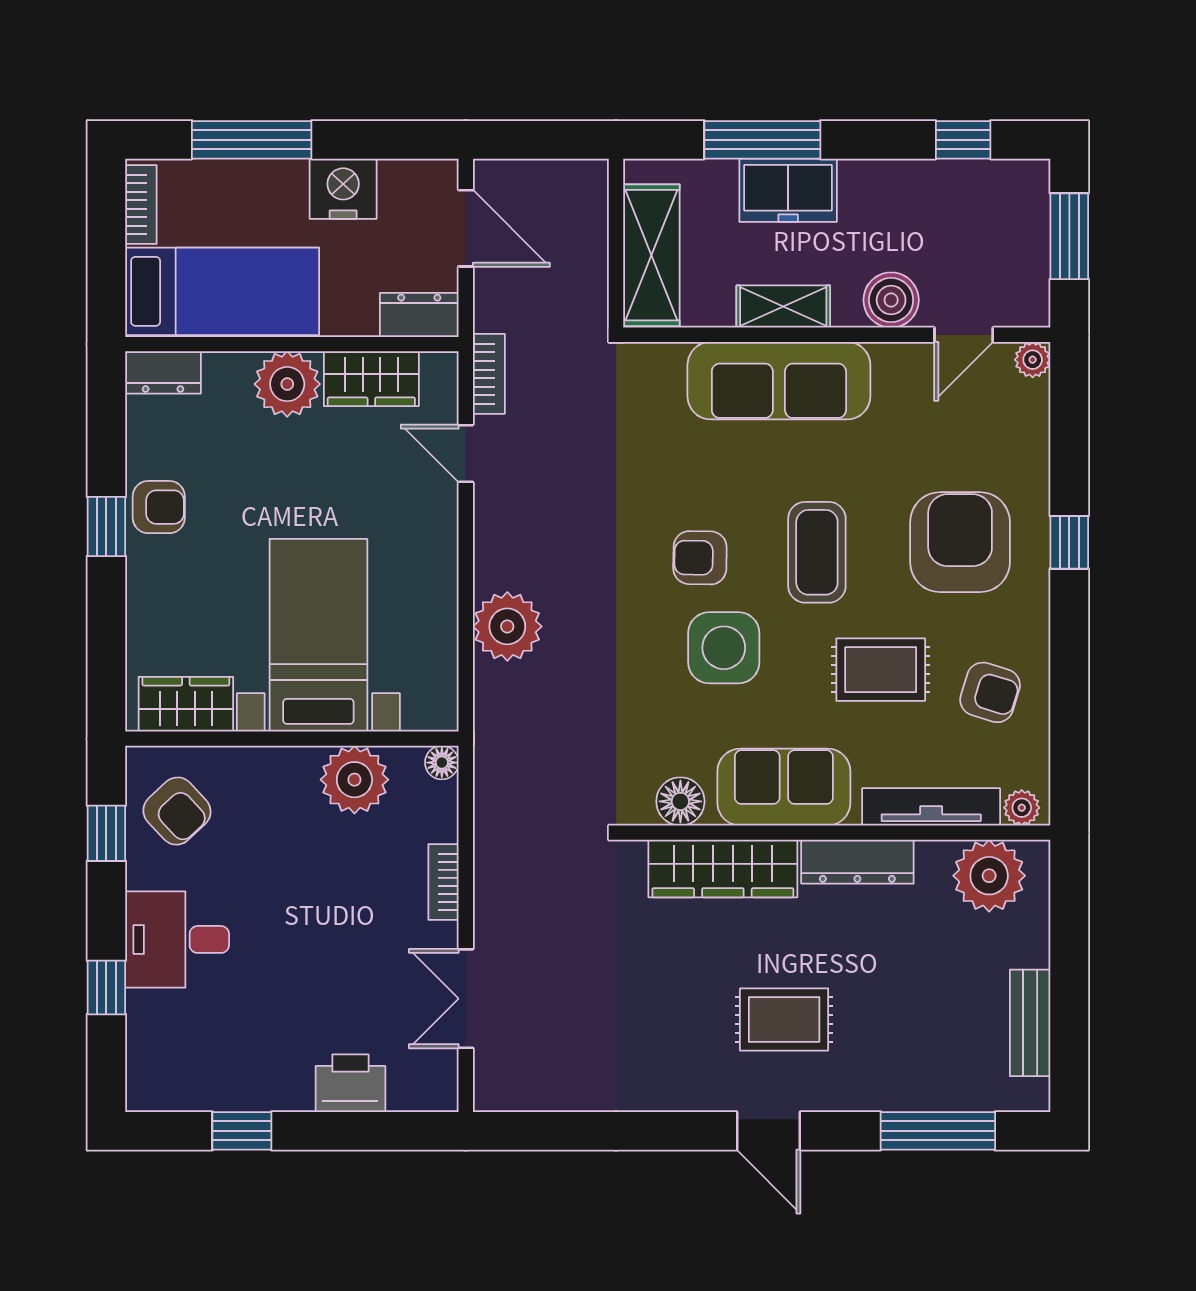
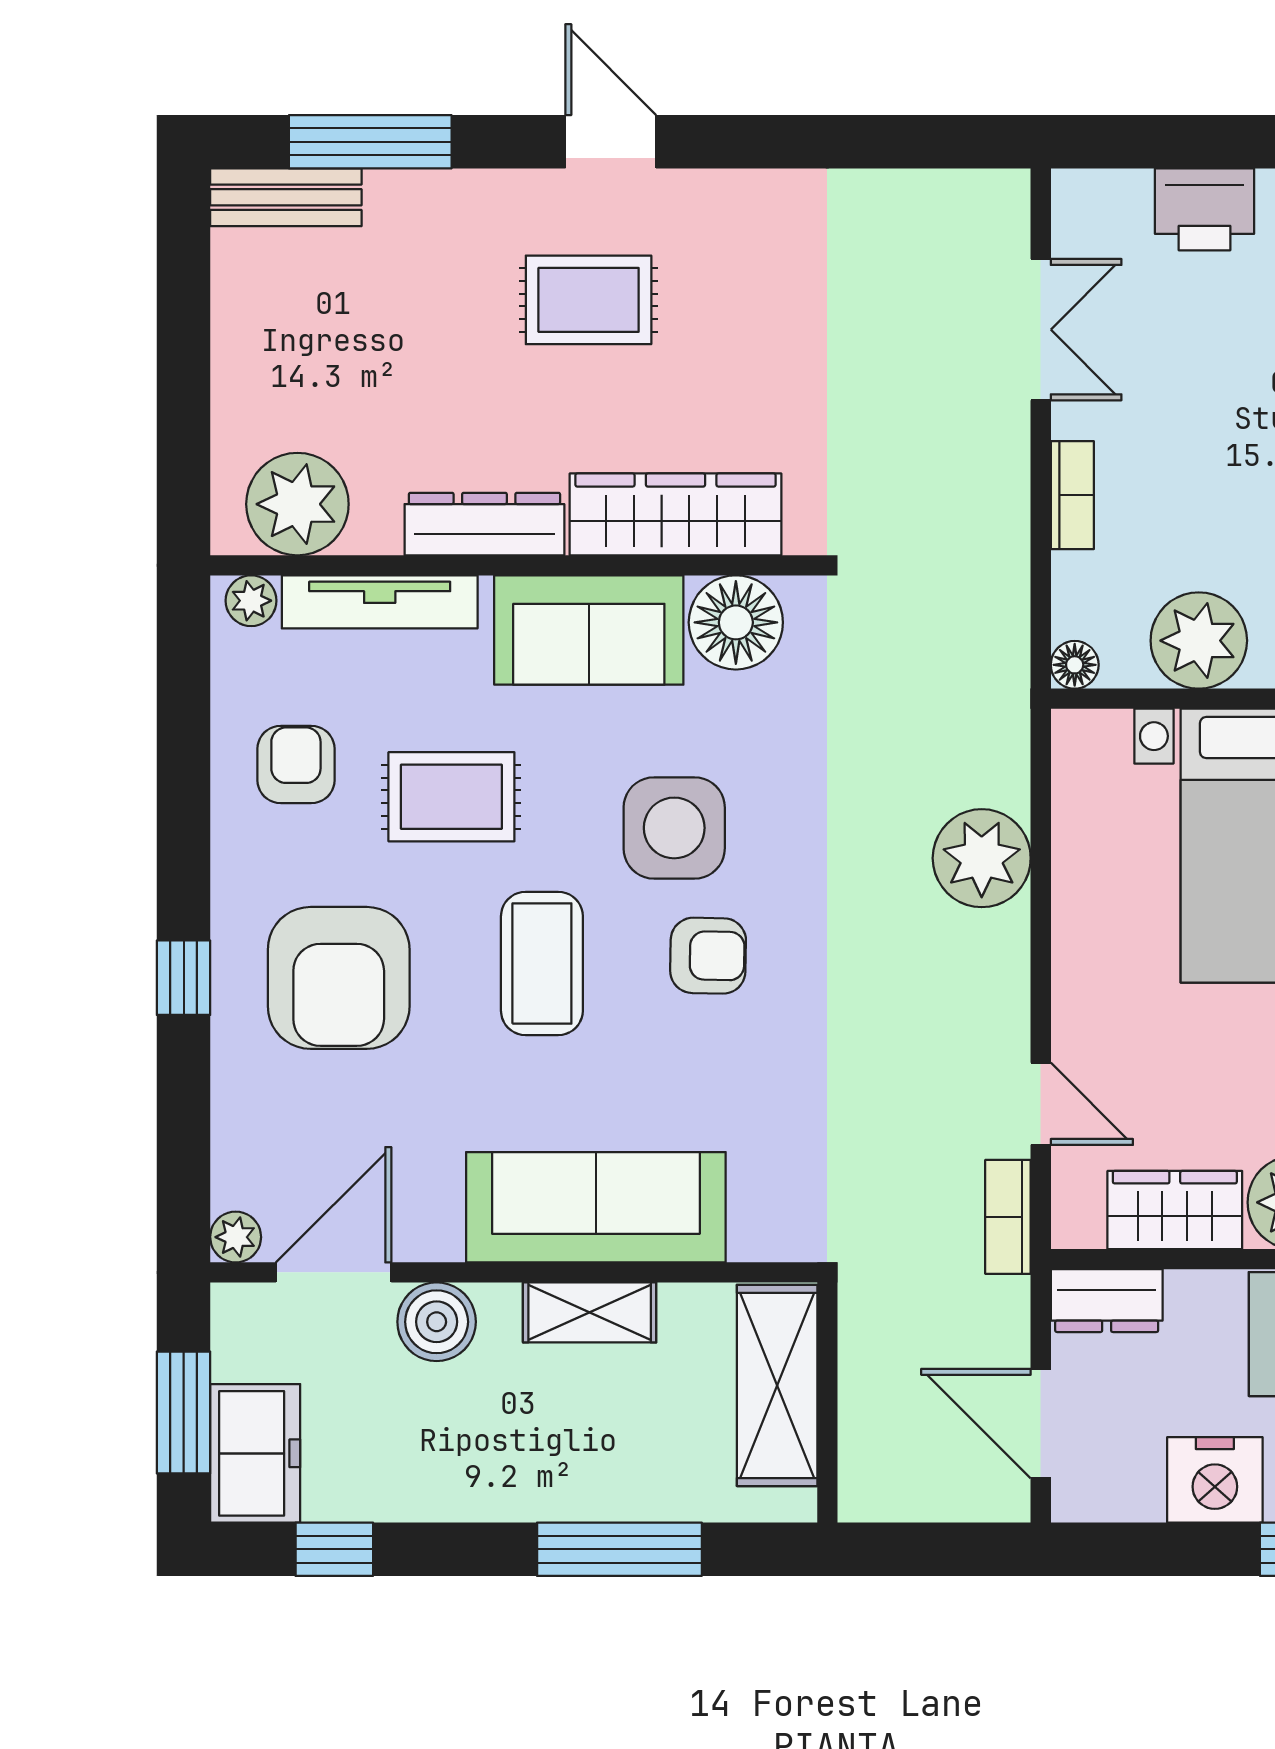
freezer: (788, 190) -> (255, 1453), moved, turned 90
door: (964, 335) -> (334, 1272), width x1.38
armchair: (990, 692) -> (296, 764), turned 73
floor lamp: (680, 801) -> (736, 622), width x1.38, depth x1.38
bench: (1030, 1023) -> (286, 197), moved, turned 90

